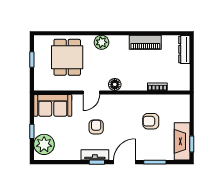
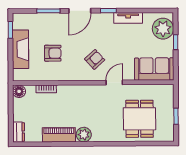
plant: (101, 42) -> (84, 135), moved
dresser: (184, 49) -> (19, 132), width x0.70
floor lamp: (115, 84) -> (19, 91), moved
armchair: (96, 127) -> (95, 59), moved, turned -132
fireplace: (182, 141) -> (20, 49), moved
tv unit: (95, 155) -> (128, 18), moved

